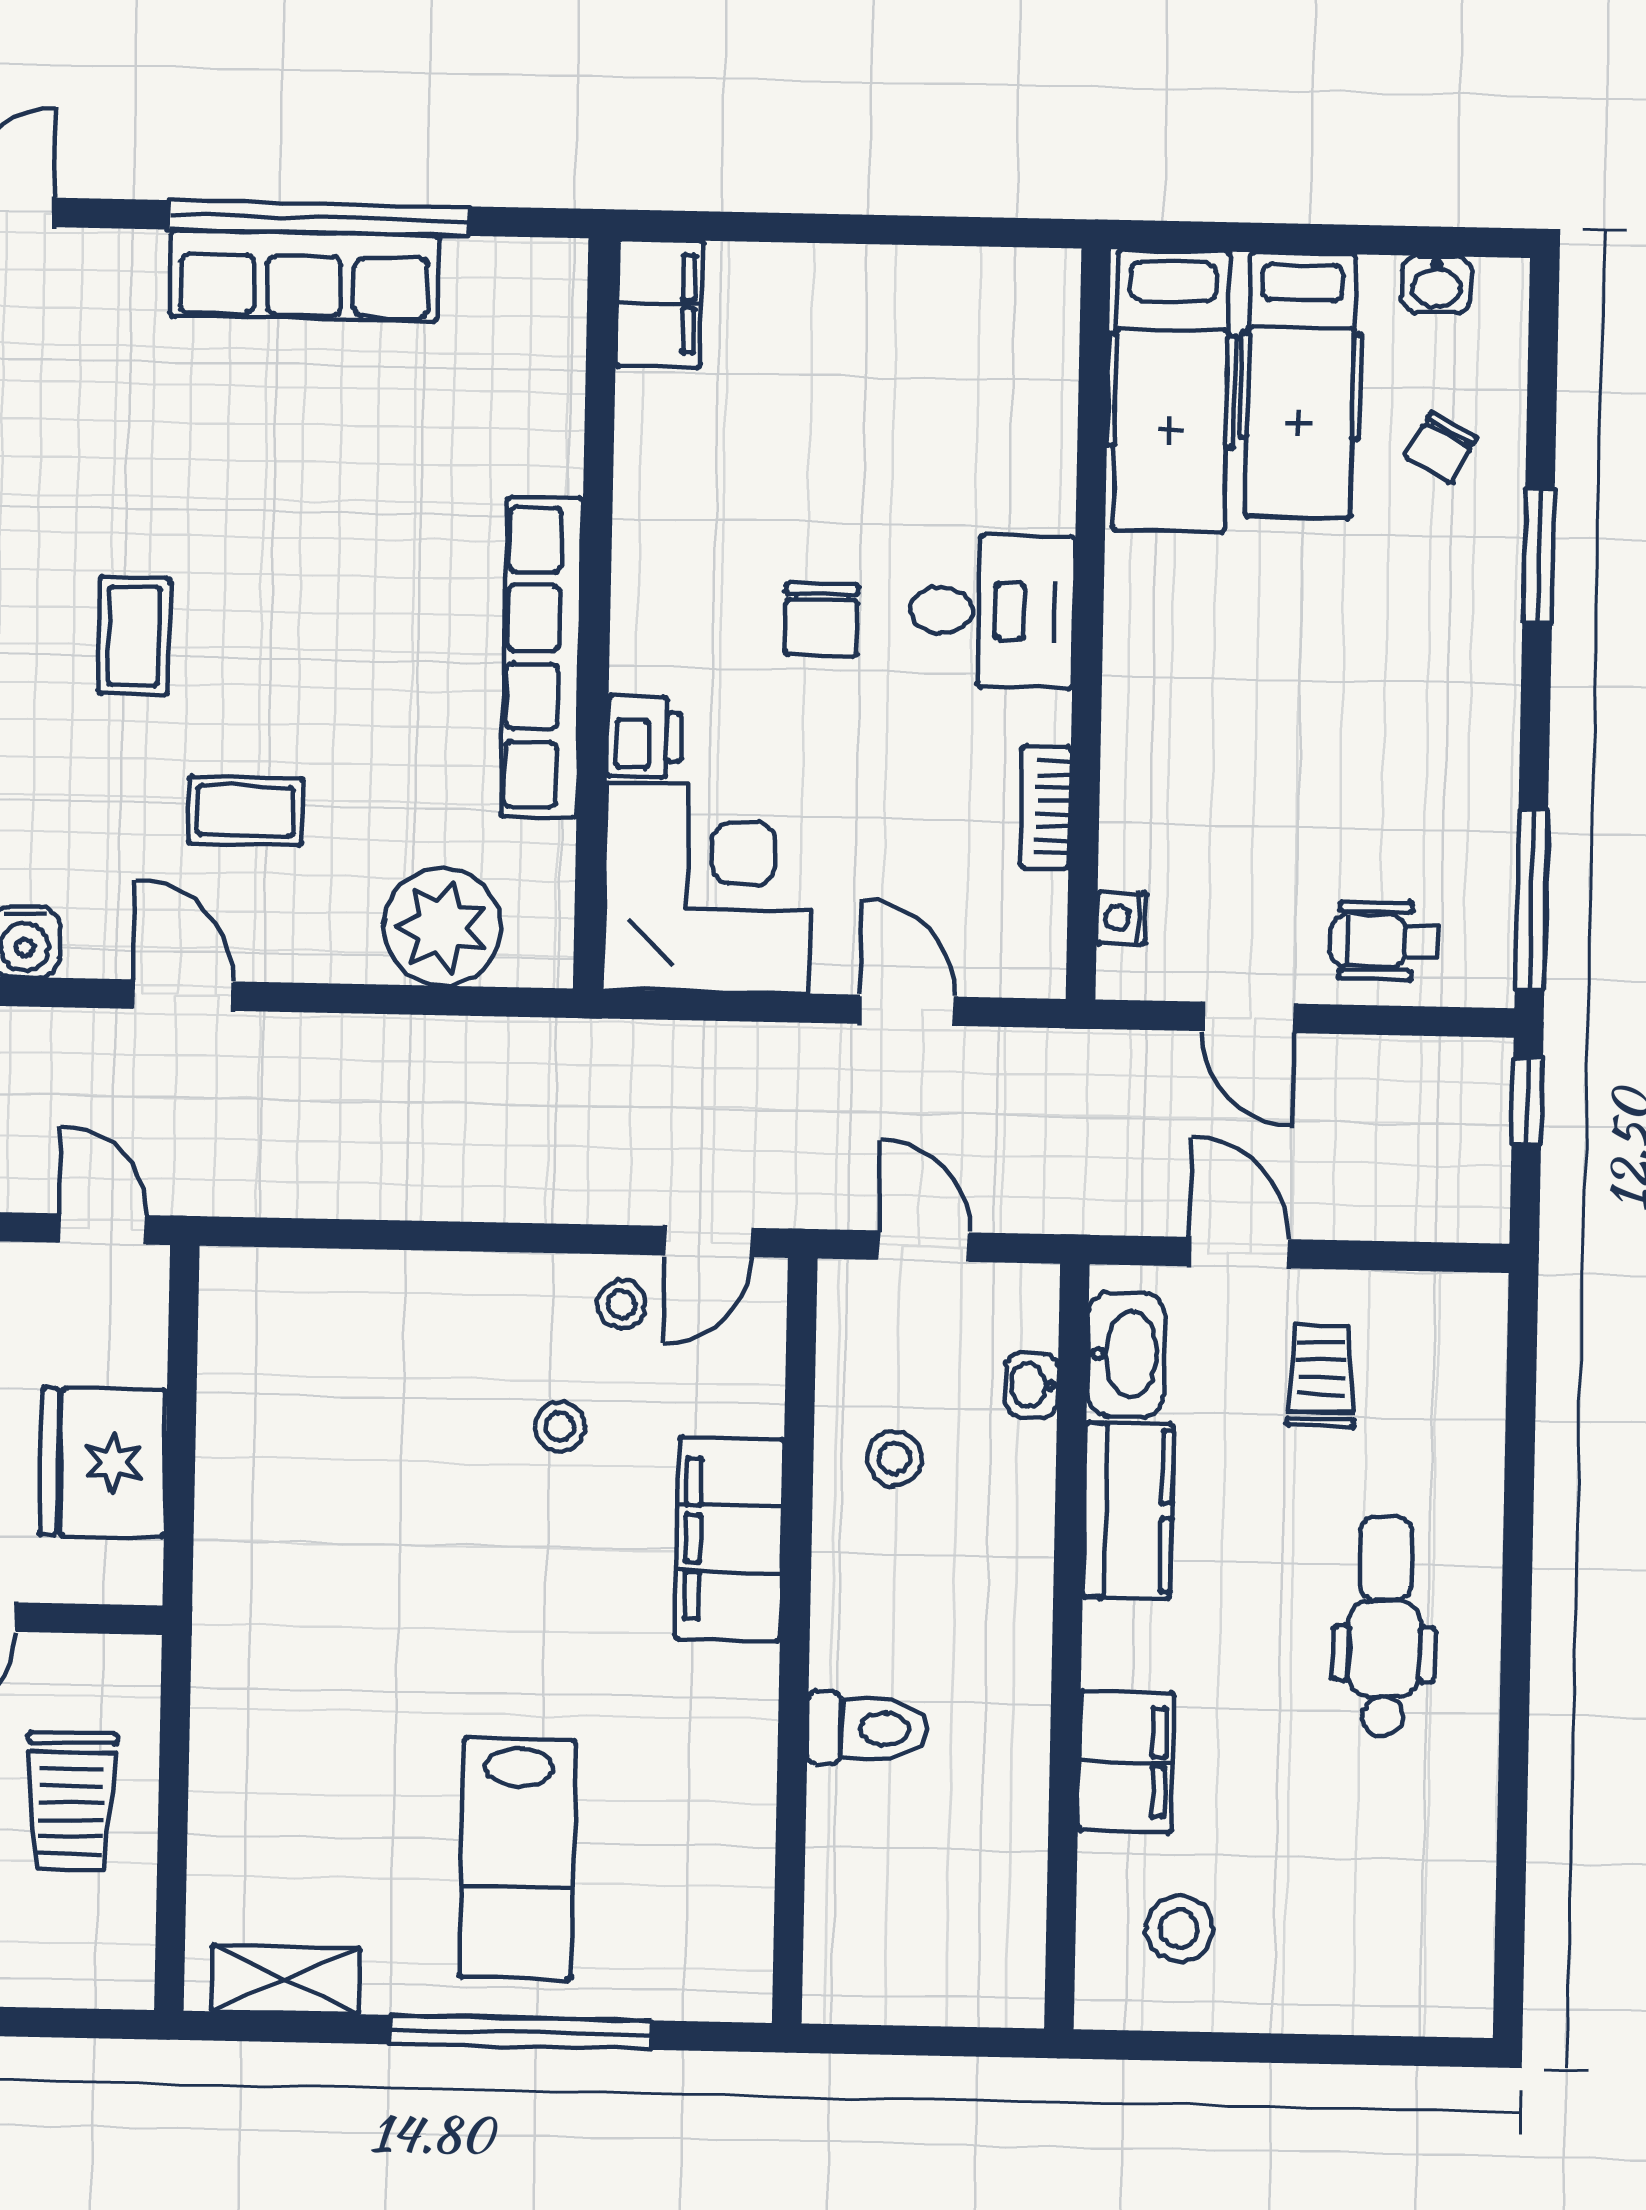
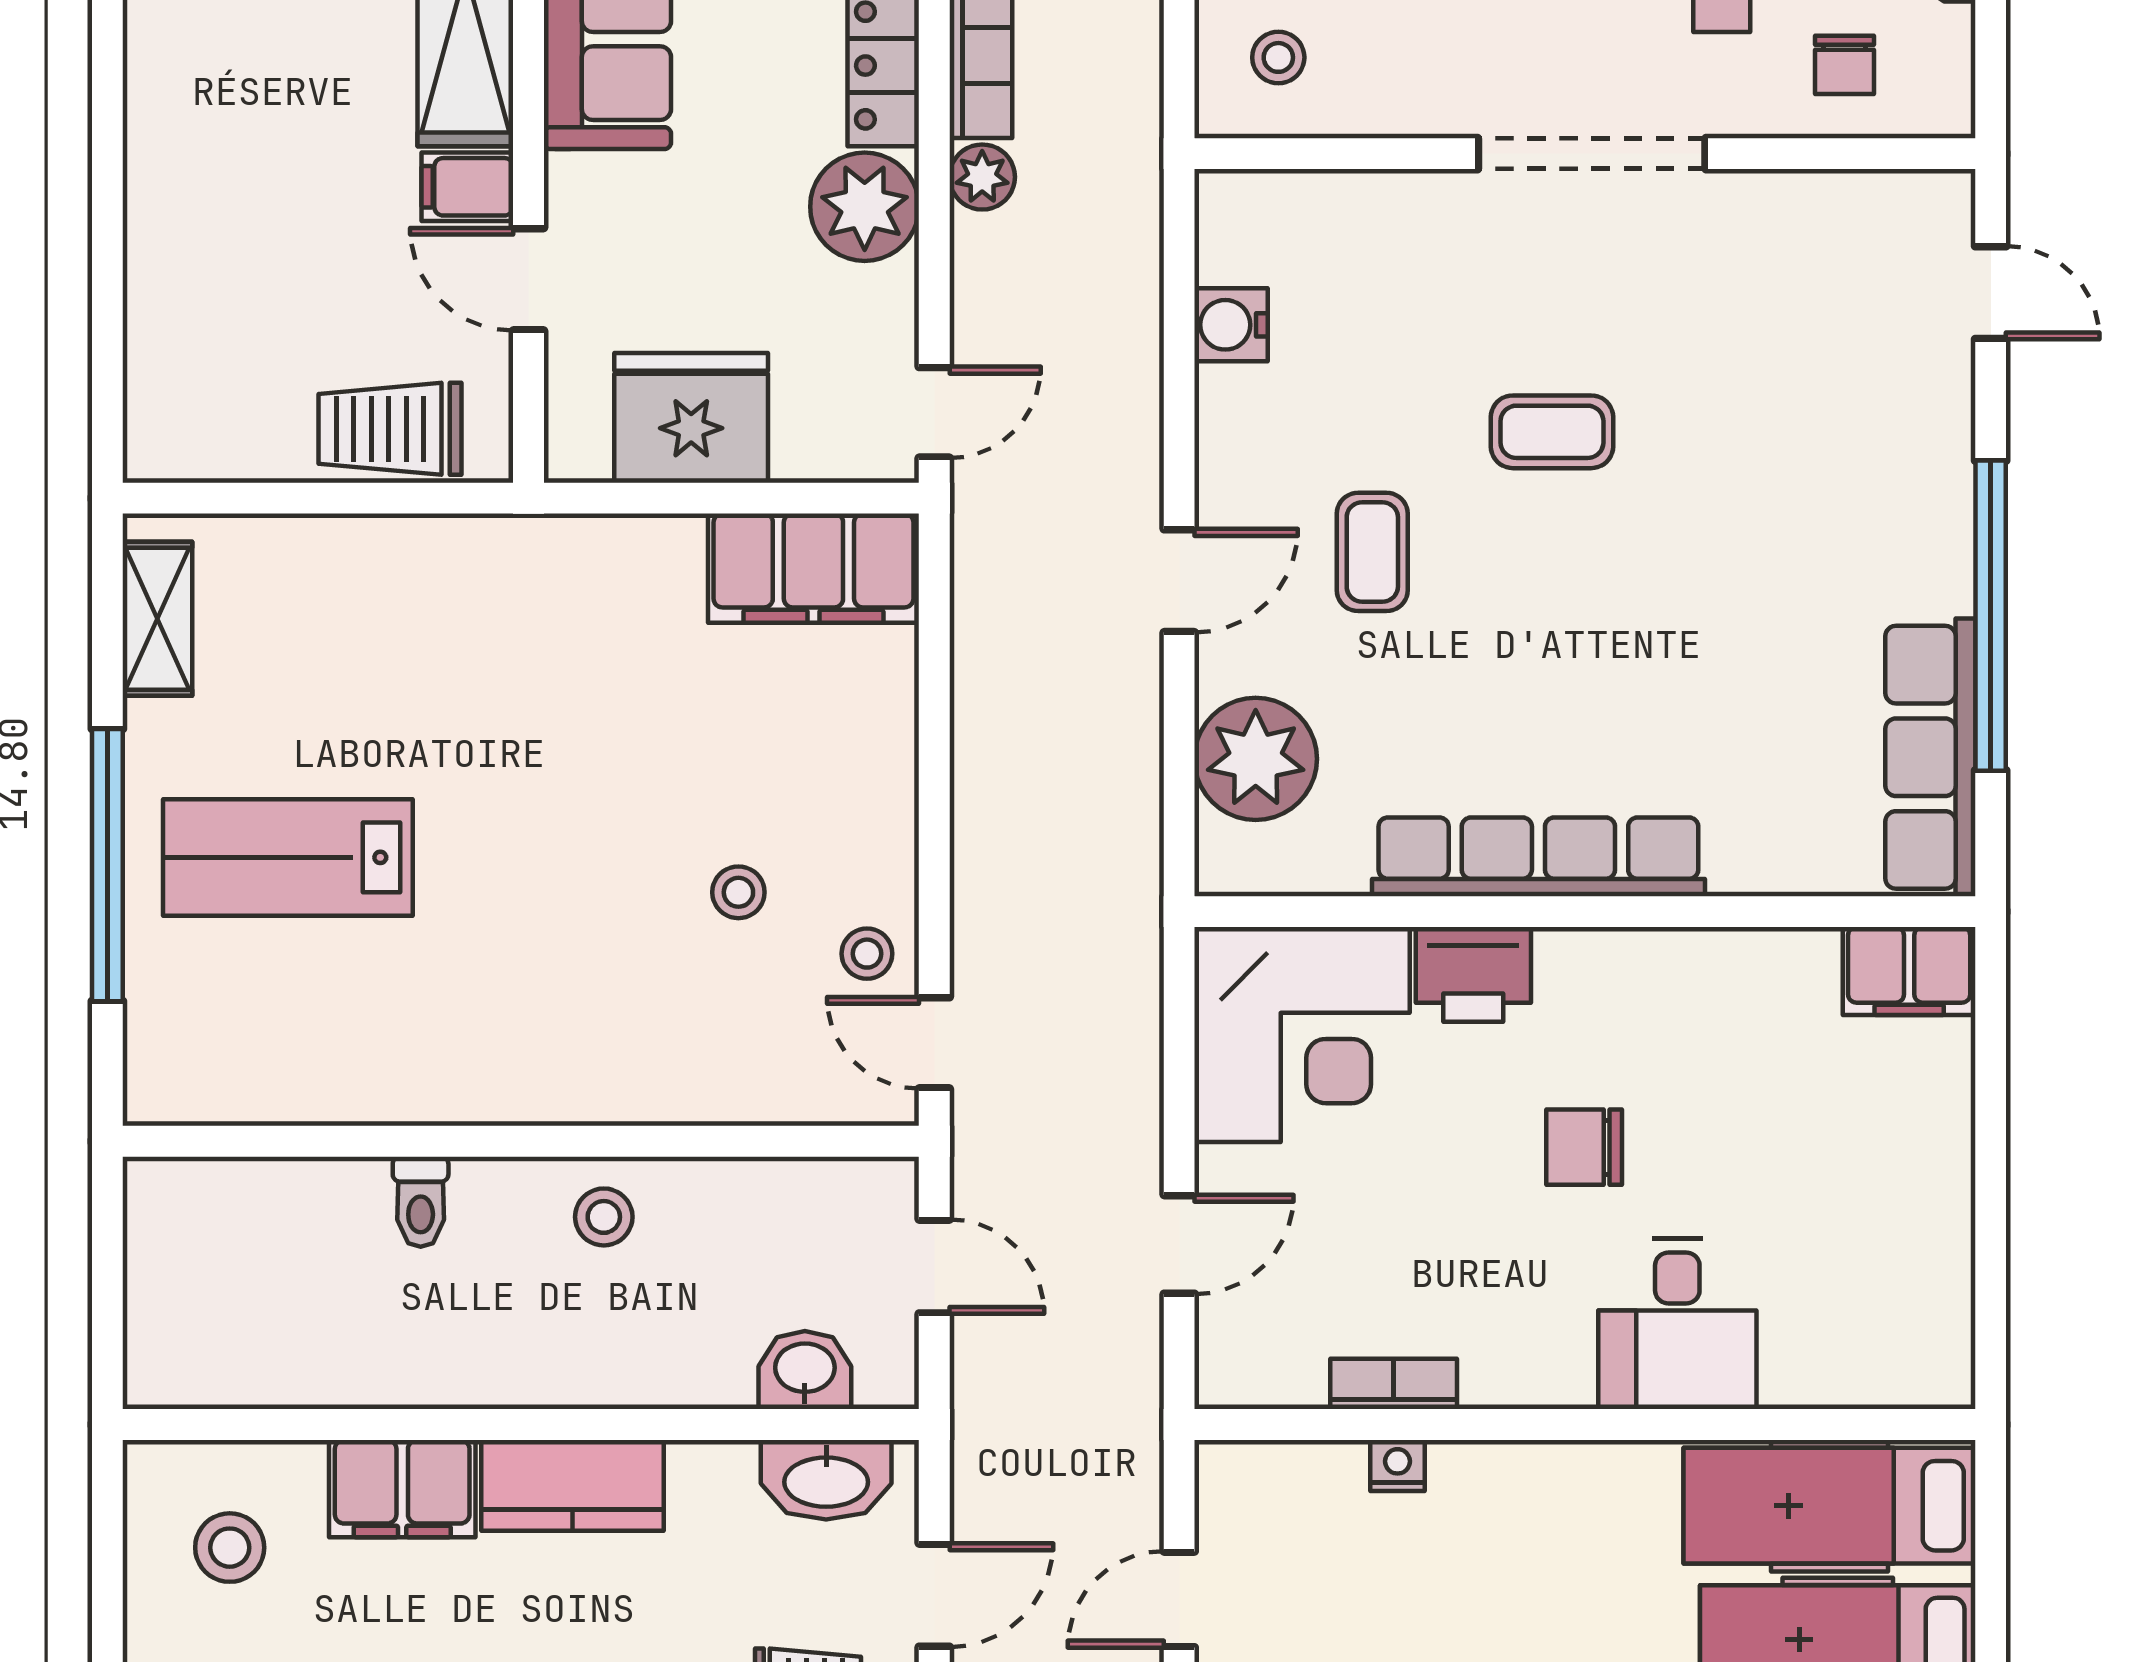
row of seats: (304, 276) -> (1930, 757), moved
desk: (992, 611) -> (1677, 1324), moved
printer: (644, 737) -> (1473, 974), width x1.36, depth x1.24
nightstand: (1121, 918) -> (1398, 1465), moved
door: (183, 995) -> (1179, 581), moved
door: (923, 1246) -> (934, 1267), hinge flipped
washbasin: (1032, 1385) -> (805, 1370), width x1.38, depth x1.45
stool: (895, 1458) -> (604, 1217), moved
kitchen counter: (1128, 1511) -> (572, 1485), moved
filing cabinet: (730, 1539) -> (813, 568), moved, turned 180
toilet: (868, 1729) -> (421, 1202), width x0.73, depth x0.72
trolley: (71, 1801) -> (390, 429), moved

